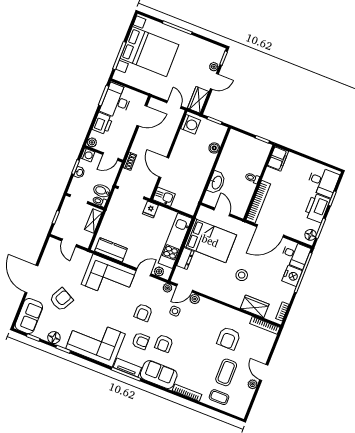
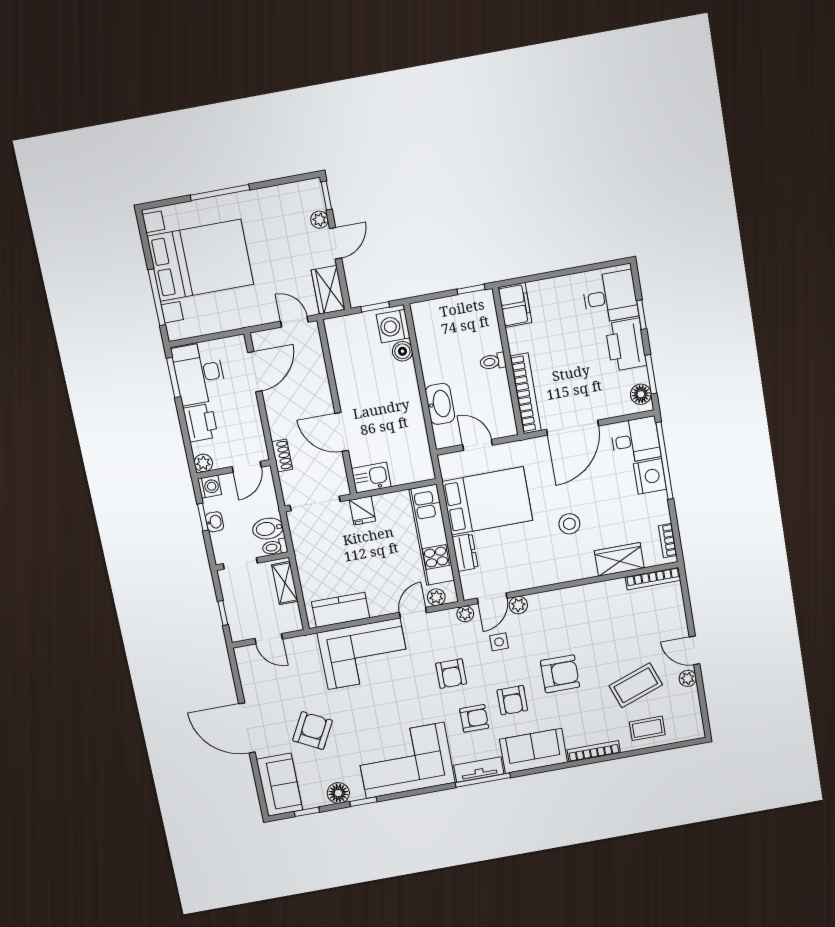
washing machine: (191, 124) -> (393, 326), moved, turned 180
armchair: (229, 338) -> (560, 674), moved, turned -90
coffee table: (226, 372) -> (636, 685), turned 70

